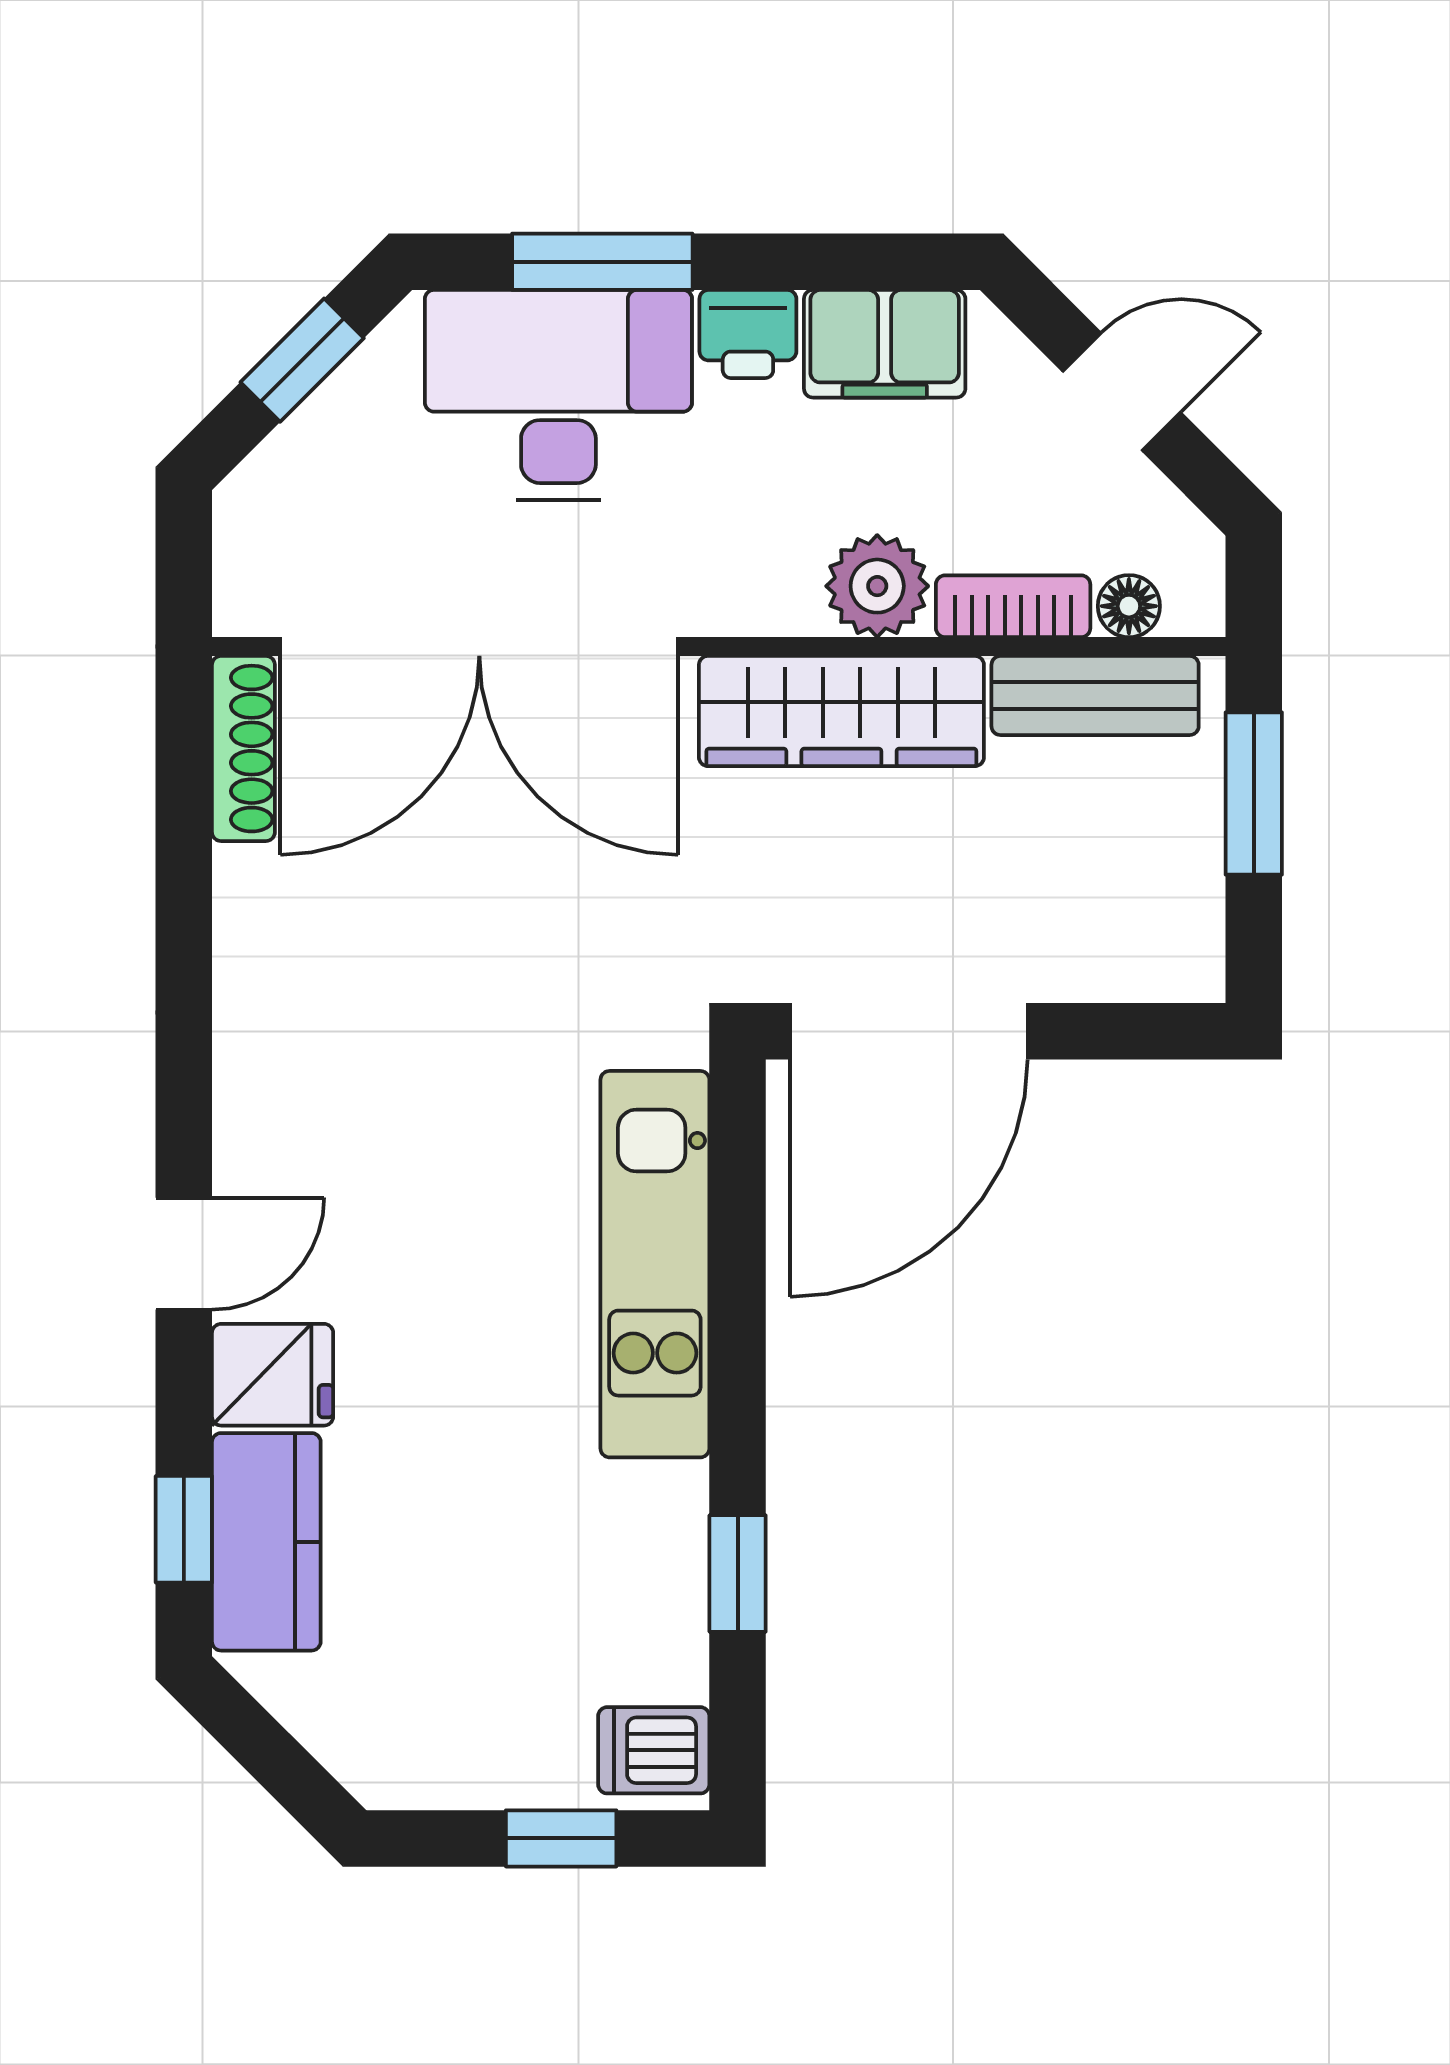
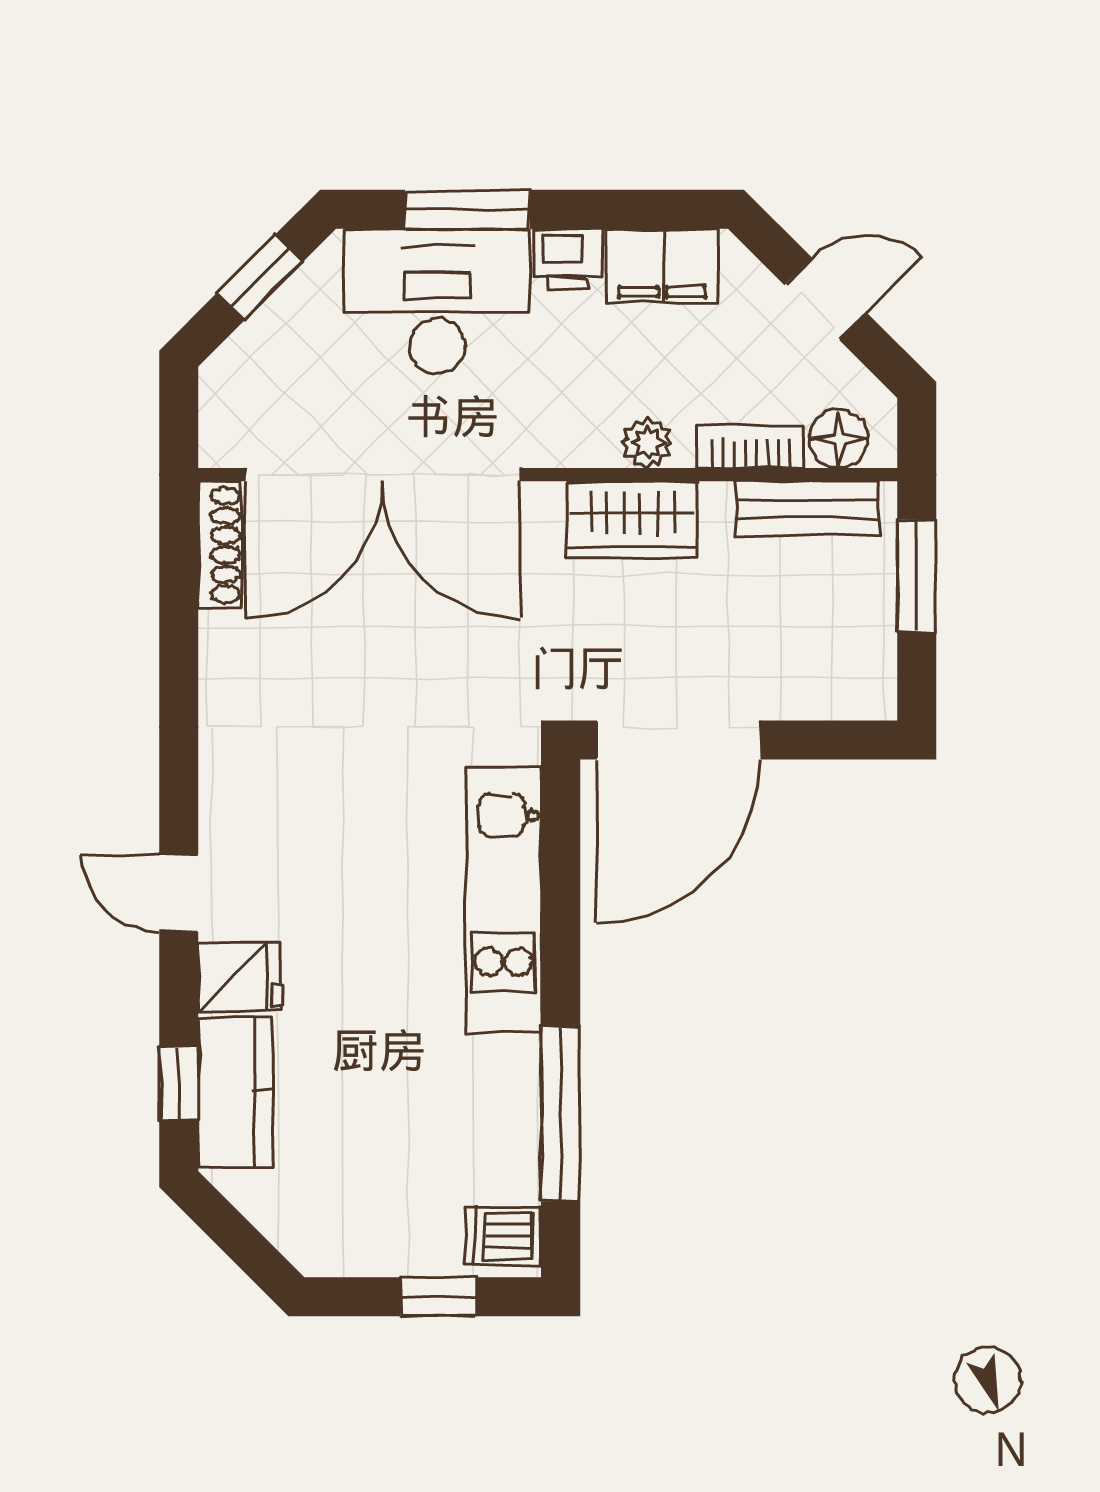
plant: (877, 586) -> (647, 443), width x0.73, depth x0.73
floor lamp: (1129, 606) -> (839, 439), width x1.37, depth x1.37
wardrobe: (841, 711) -> (632, 519), width x0.67
door: (184, 1254) -> (179, 893), swing flipped
window: (738, 1574) -> (561, 1114), width x2.17

